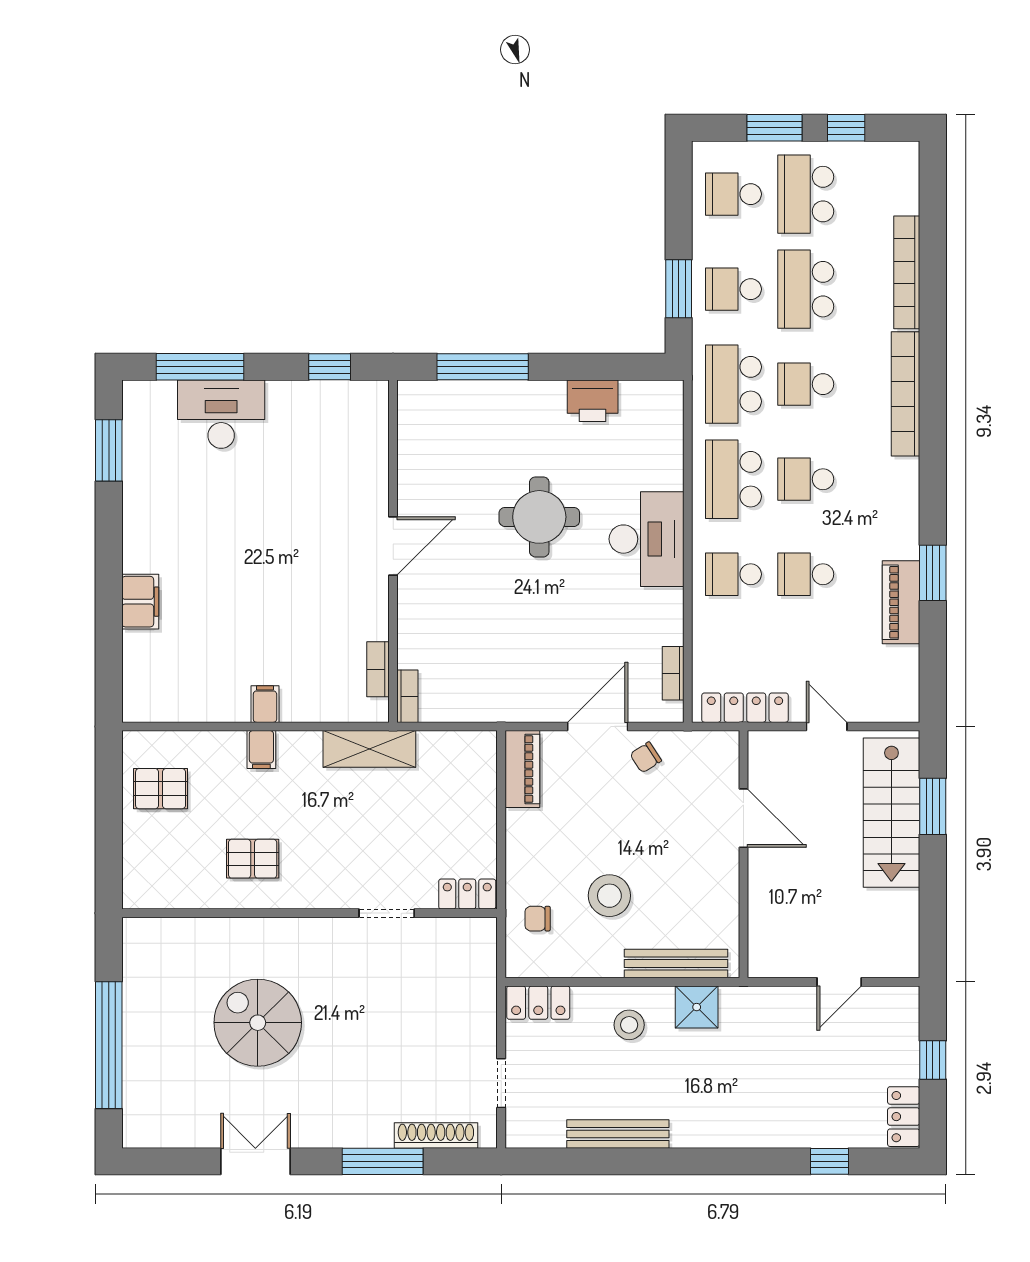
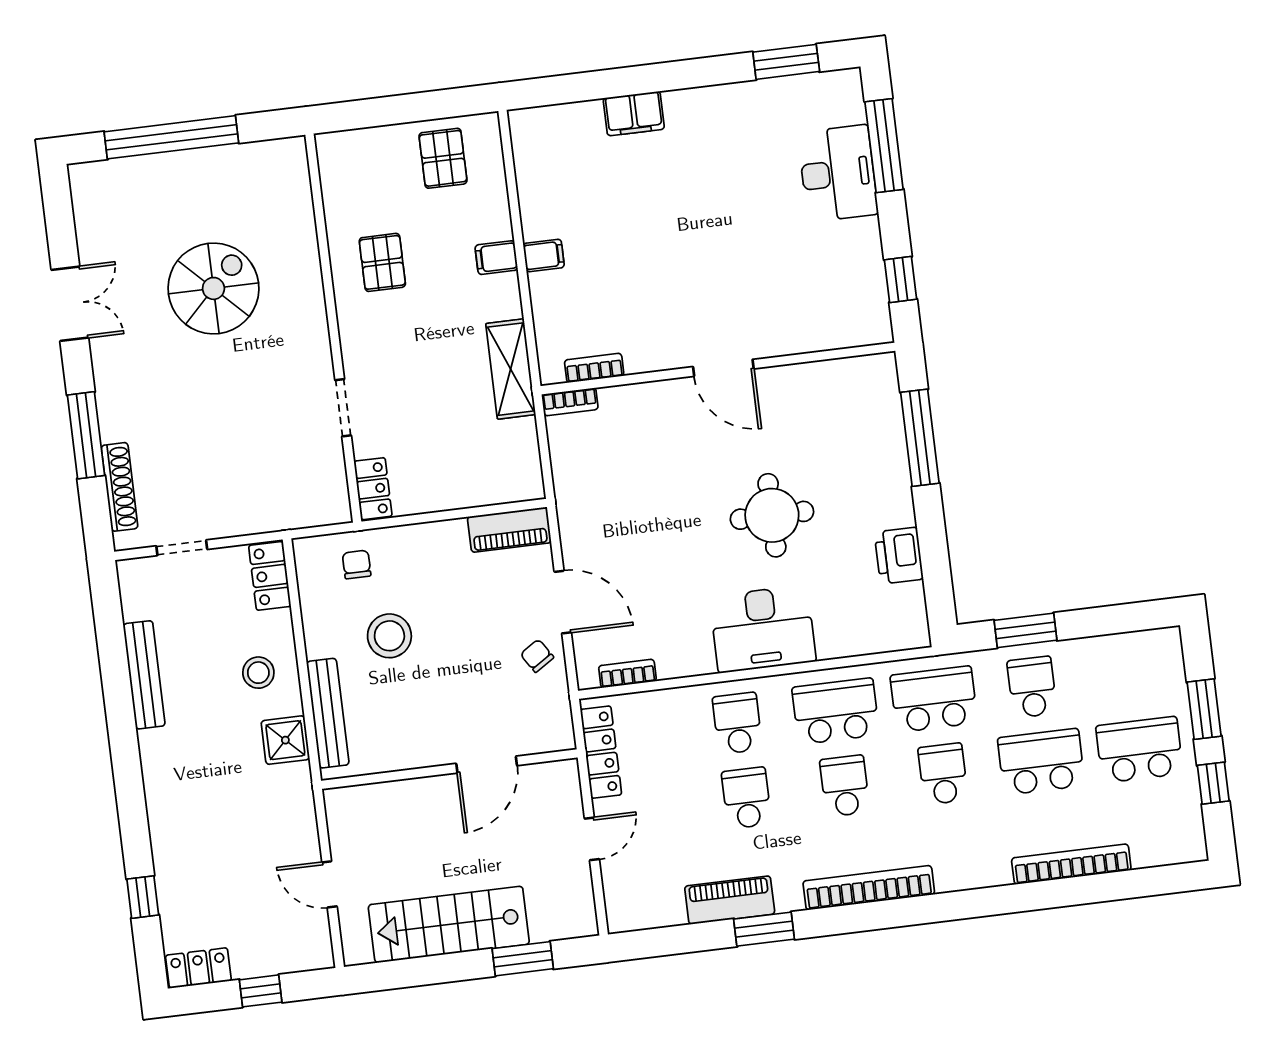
school desk: (733, 194) -> (1130, 675), removed
bookcase: (906, 394) -> (869, 888), moved
stairs: (891, 813) -> (449, 924), moved

